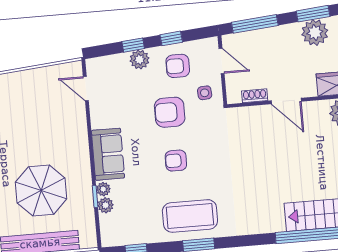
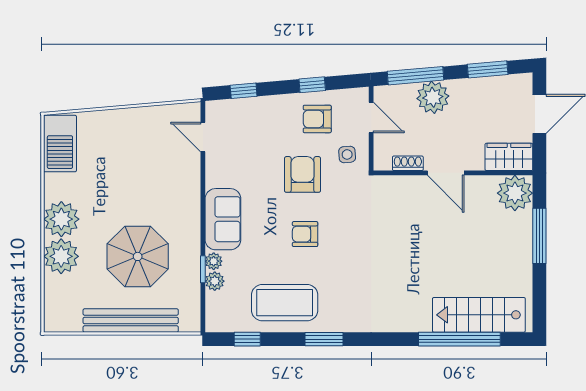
plant: (315, 32) -> (433, 97), moved
window: (133, 45) -> (244, 91), moved
plant: (140, 60) -> (271, 107), removed
armchair: (170, 112) -> (302, 174), turned 90
coffee table: (190, 216) -> (285, 303), moved

